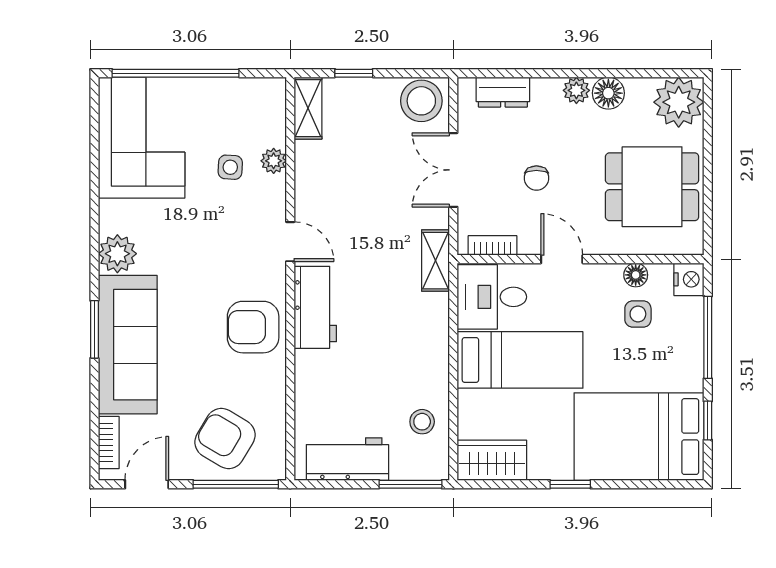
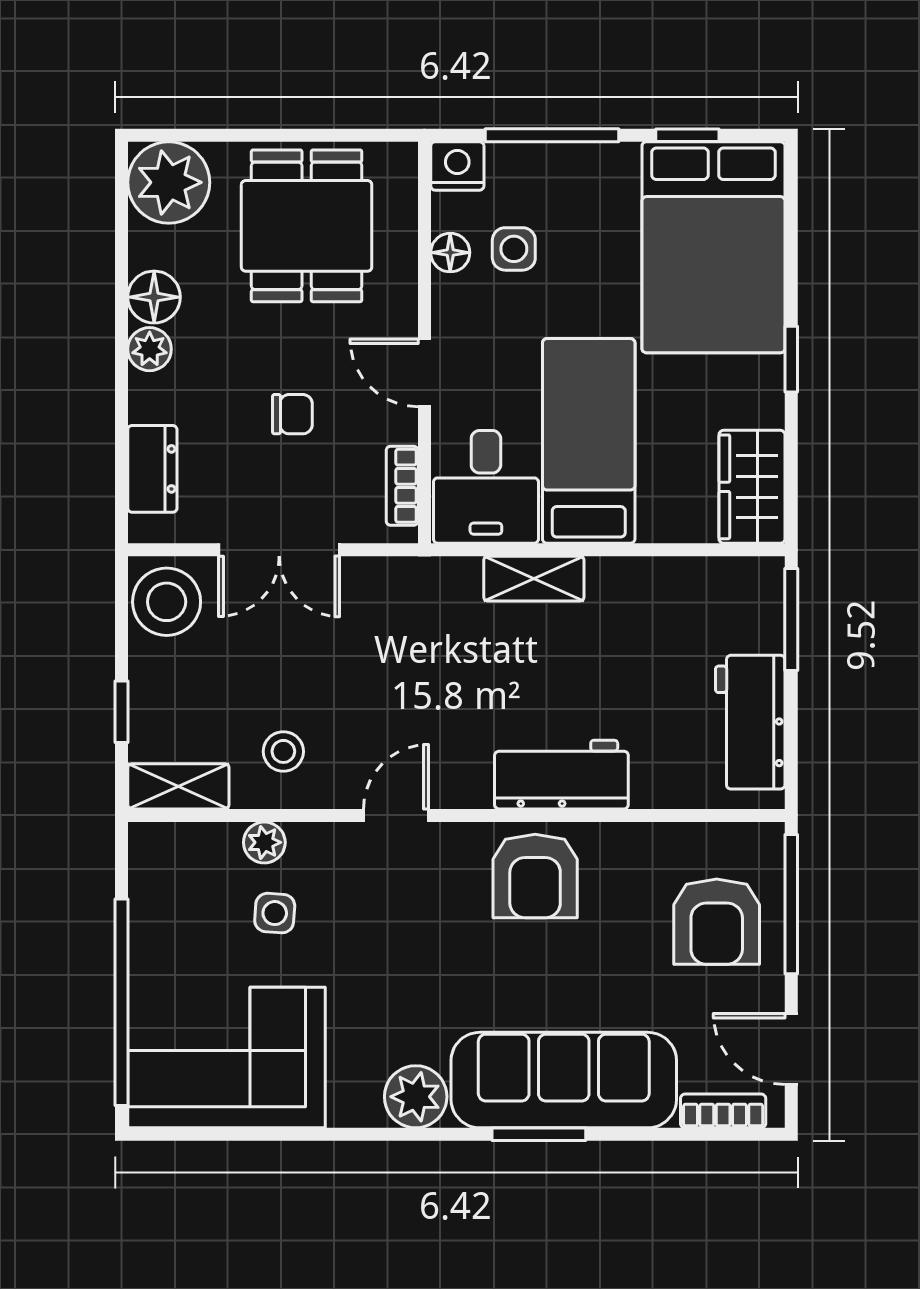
door: (562, 259) -> (424, 373), hinge flipped
shelving: (436, 261) -> (534, 579), moved
workbench: (315, 307) -> (561, 775), moved
stool: (422, 422) -> (283, 751), moved
armchair: (225, 438) -> (717, 922), turned -31

